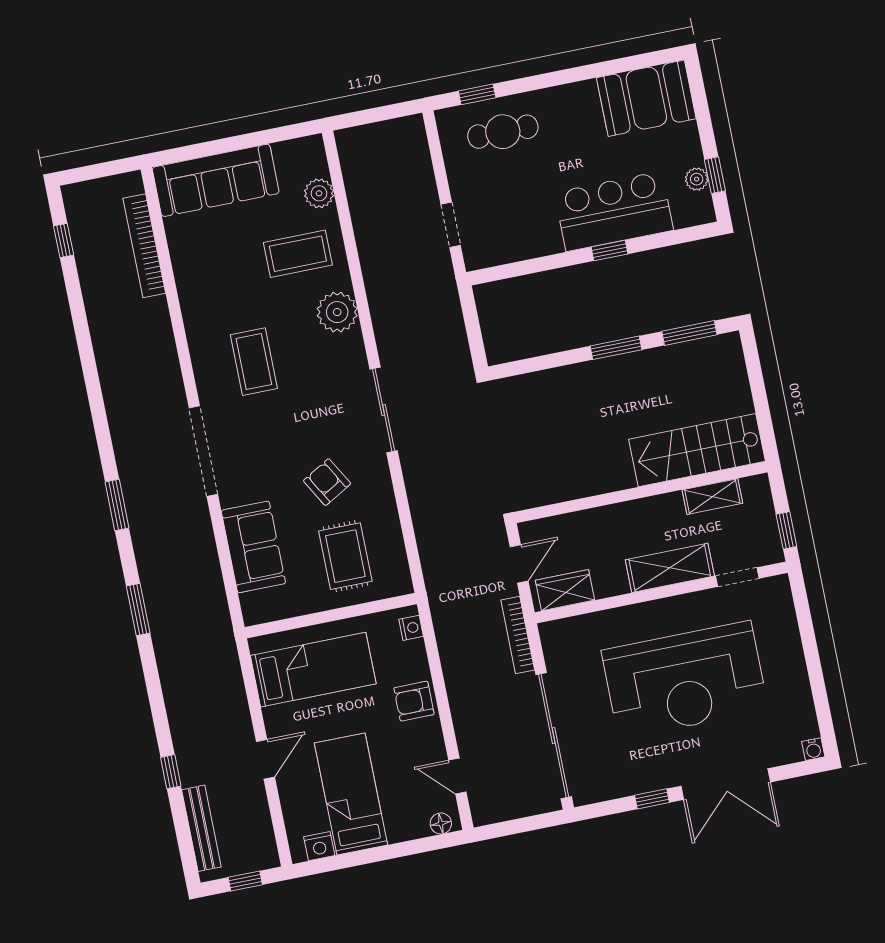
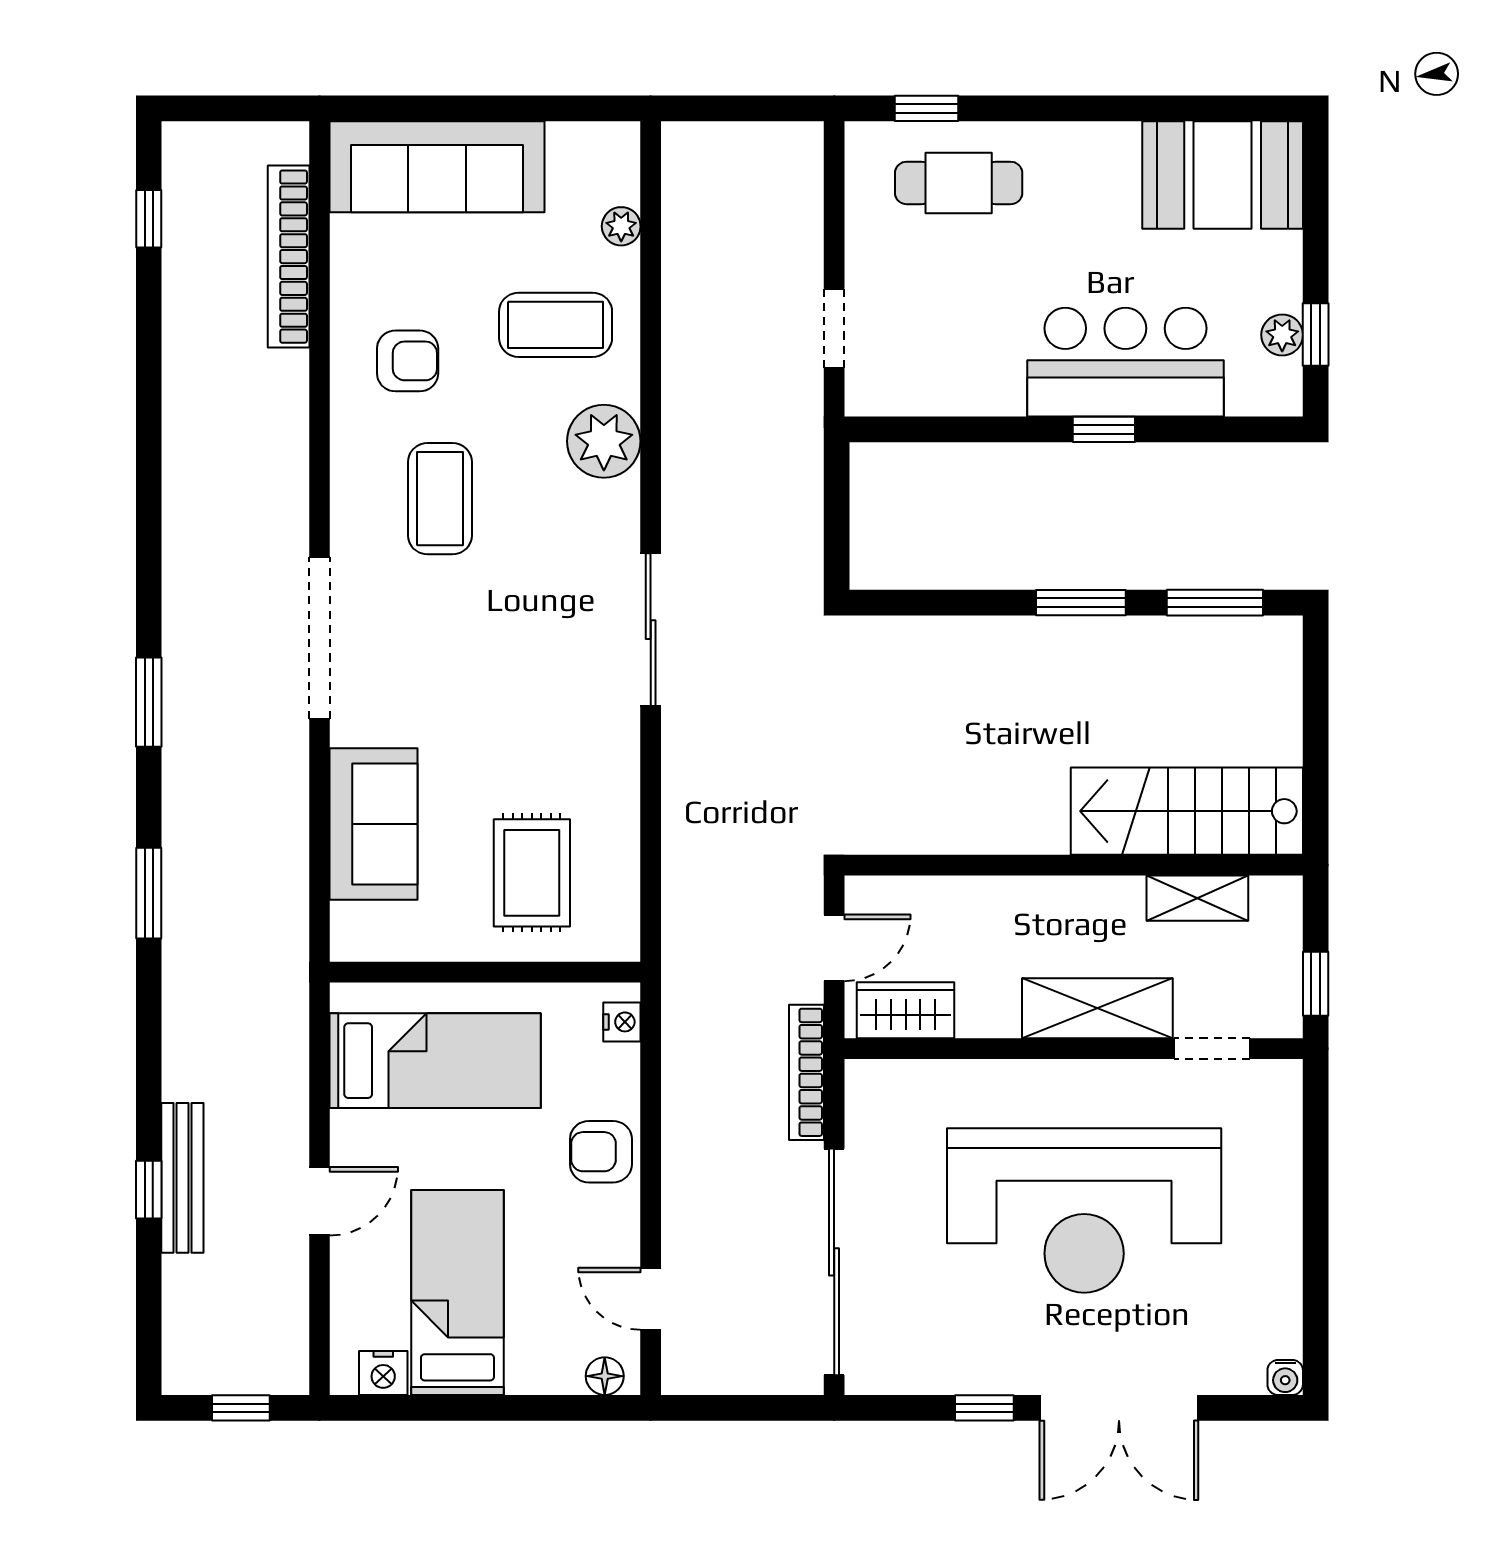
plant: (319, 193) -> (621, 226), width x0.73, depth x0.73
armchair: (327, 482) -> (408, 361), moved, turned 120
bench: (201, 828) -> (182, 1178), moved

